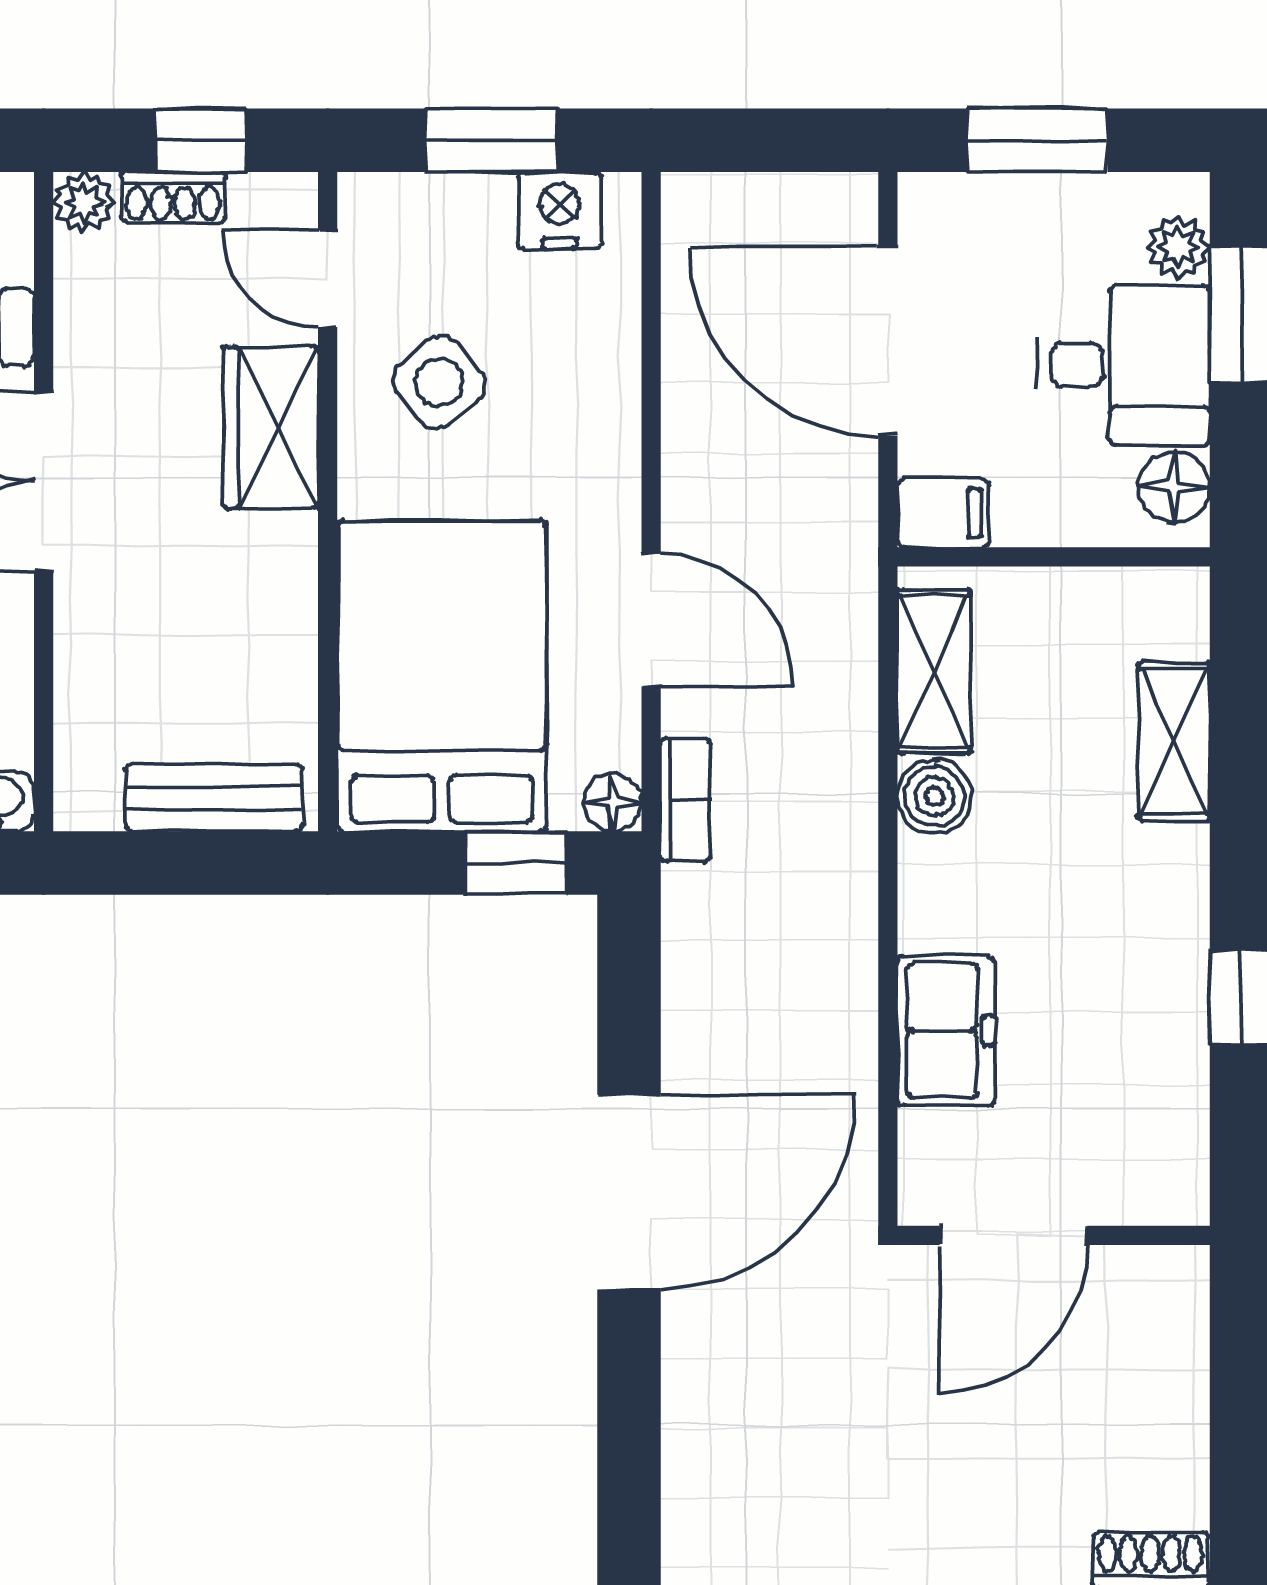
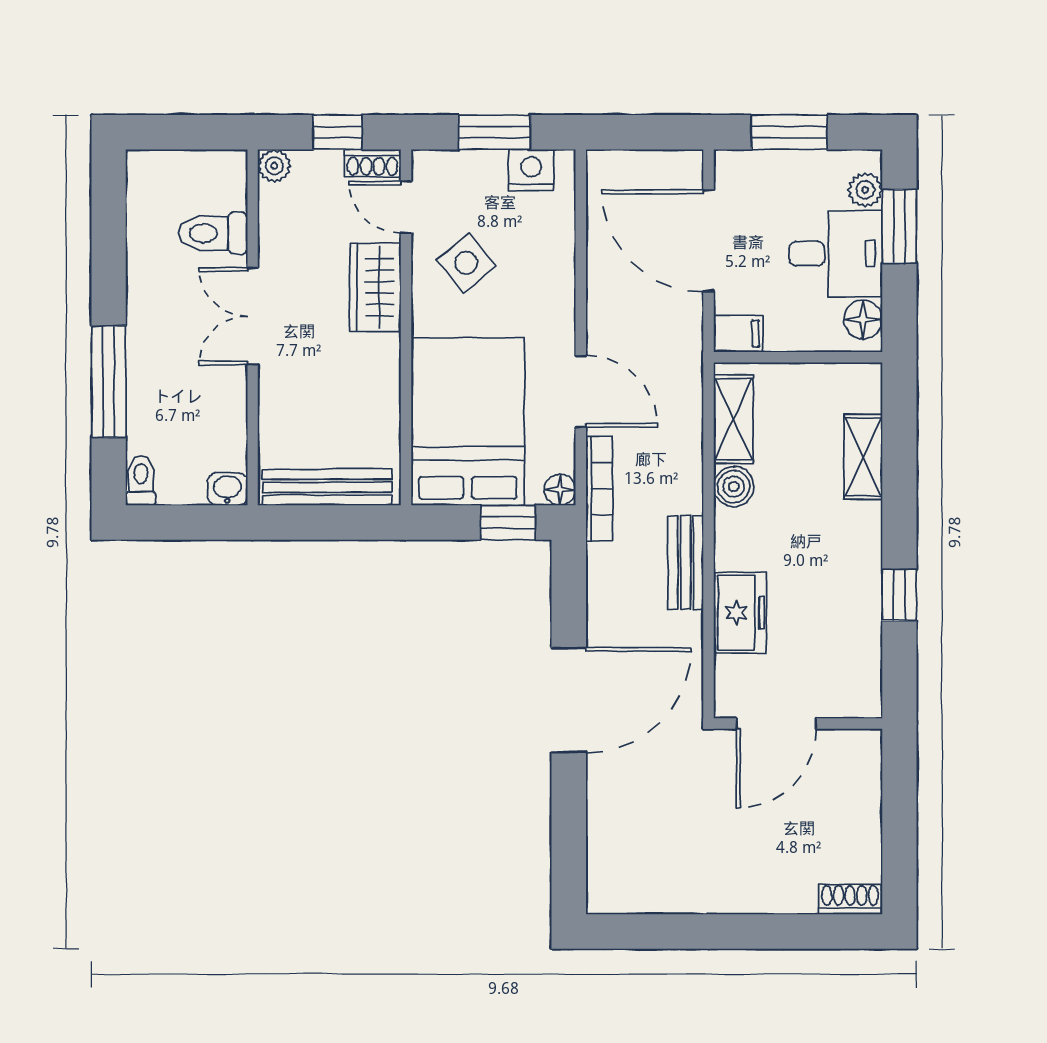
shoe rack: (173, 197) -> (373, 163), moved
bench: (214, 798) -> (327, 487), width x1.36
bookcase: (685, 800) -> (599, 489), width x1.56
bench: (845, 937) -> (686, 562), added

